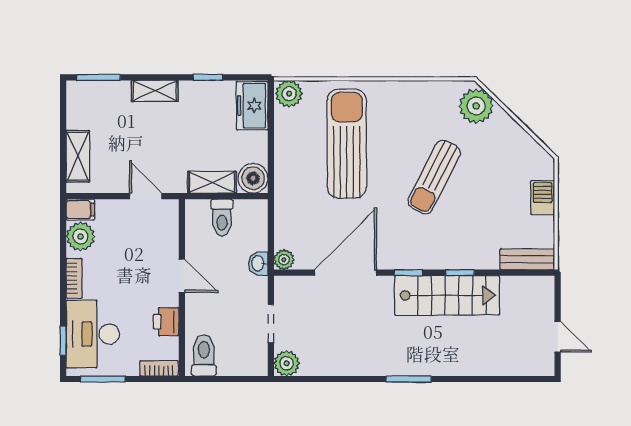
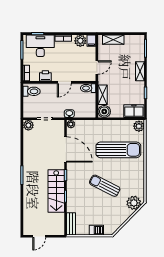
toilet: (222, 217) -> (88, 88), moved

